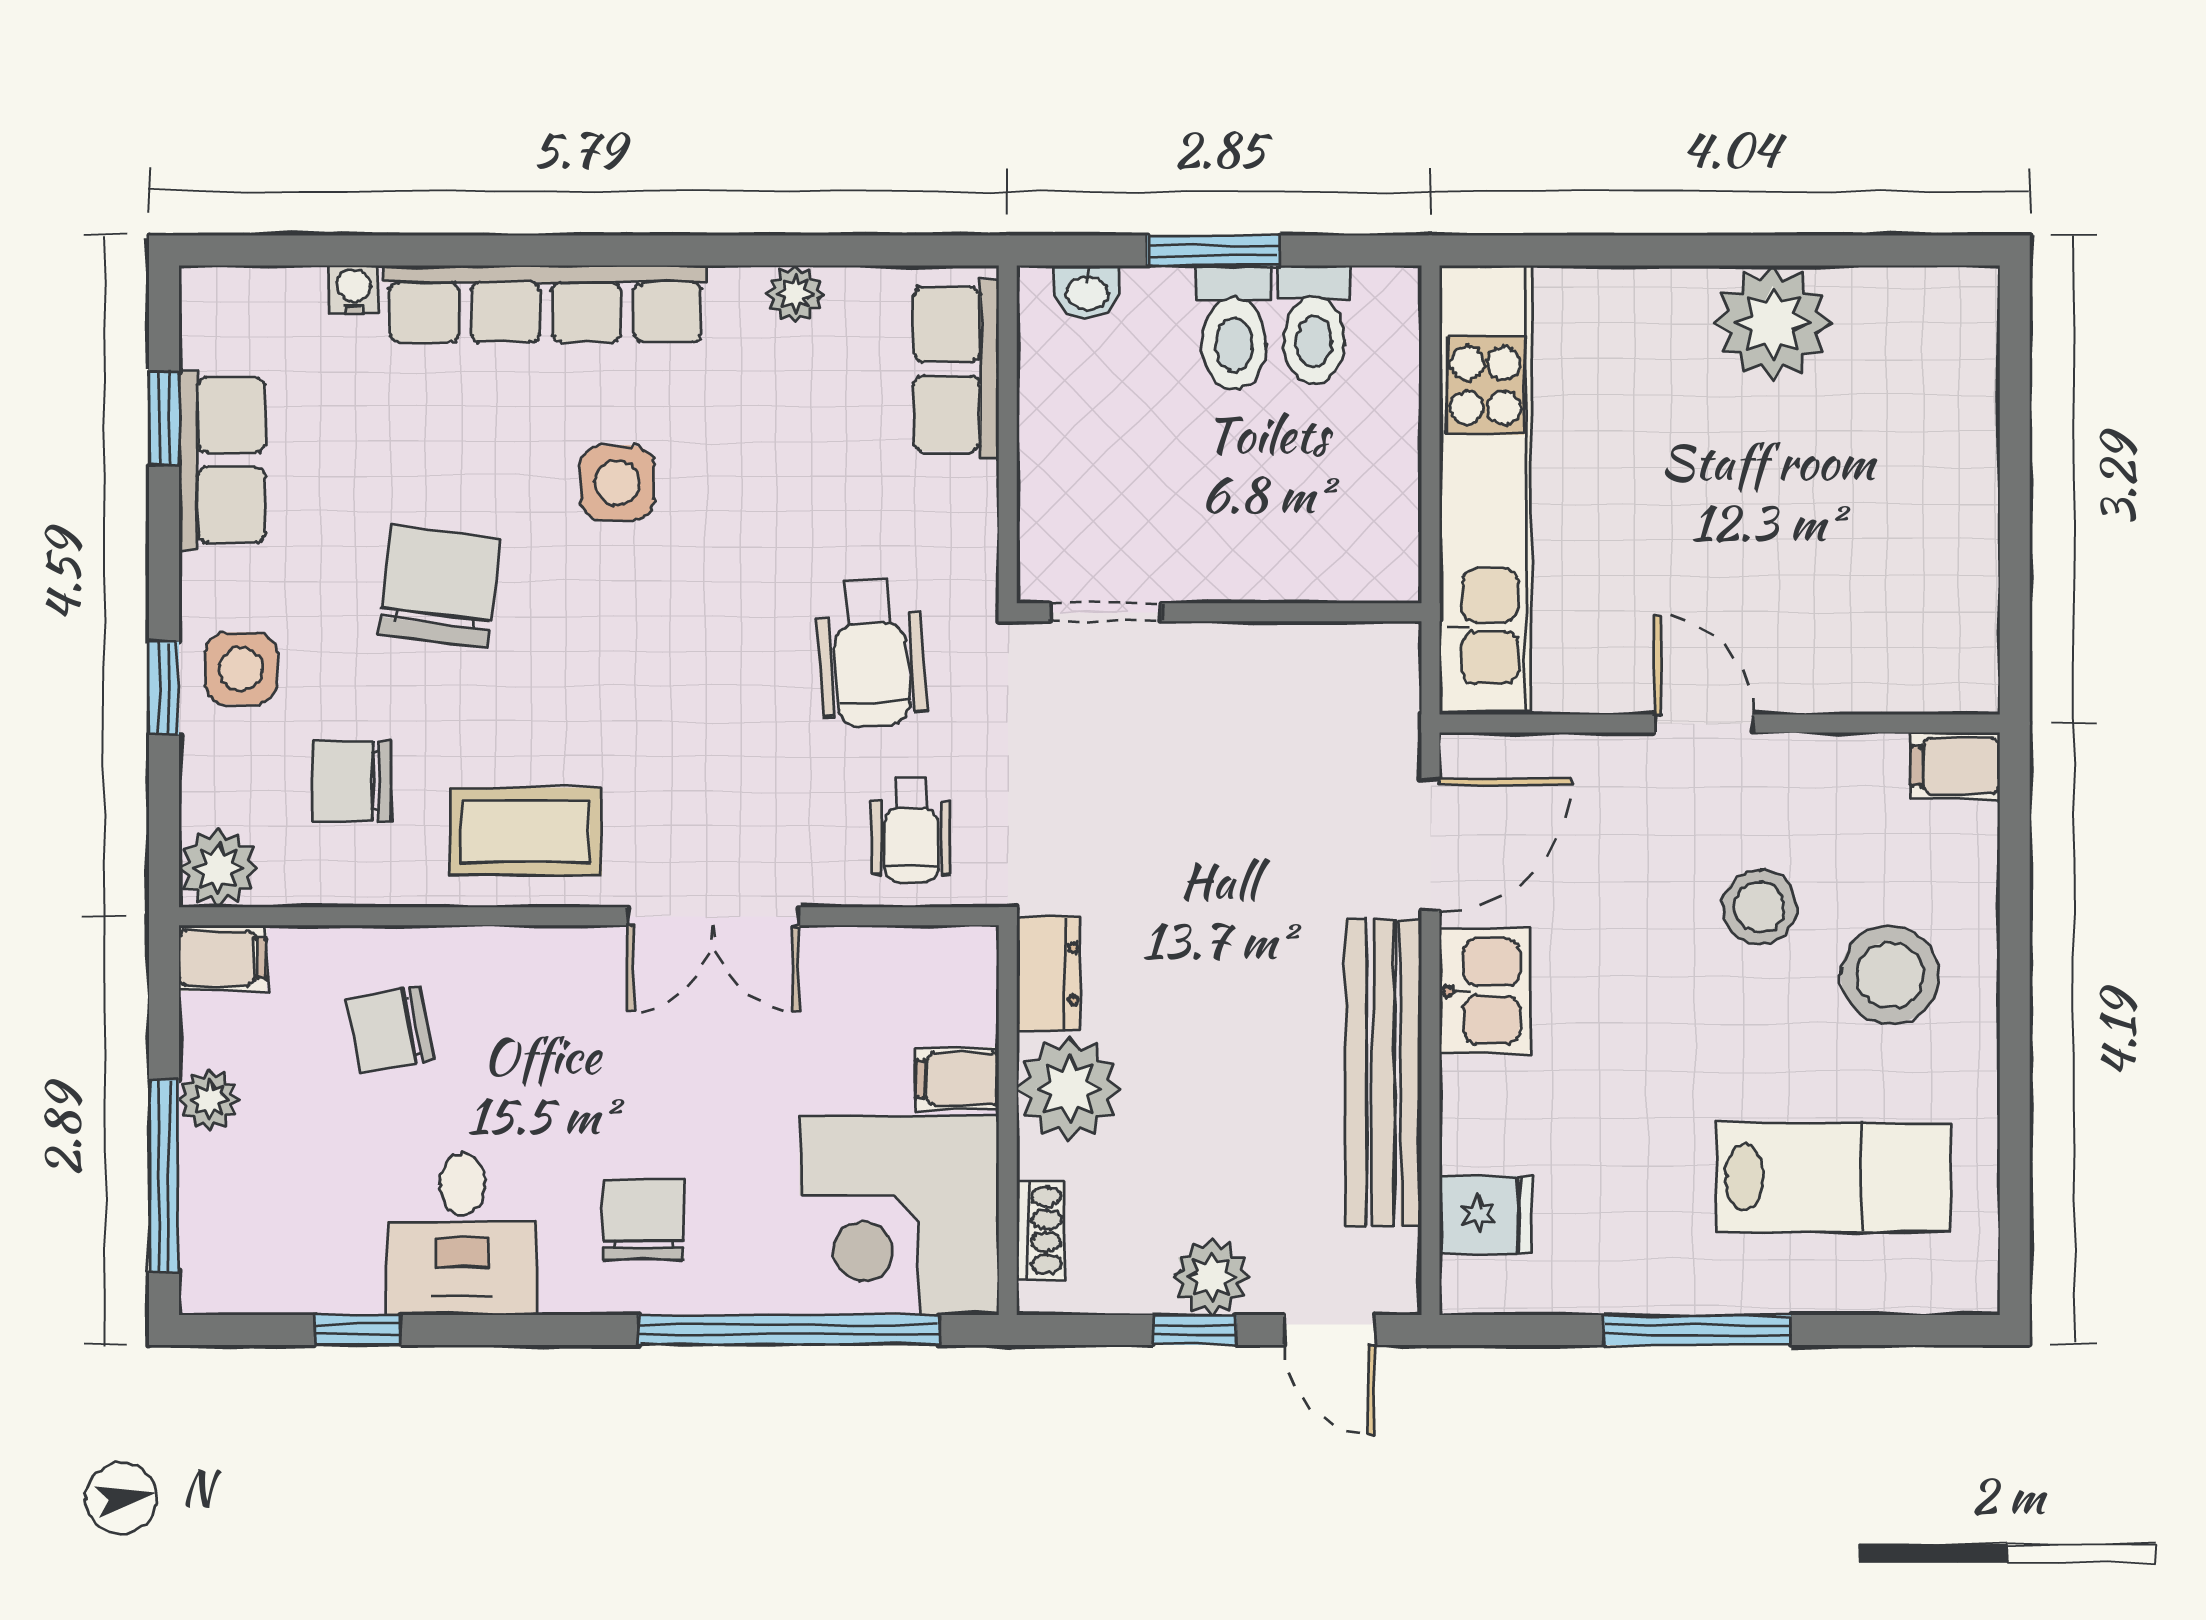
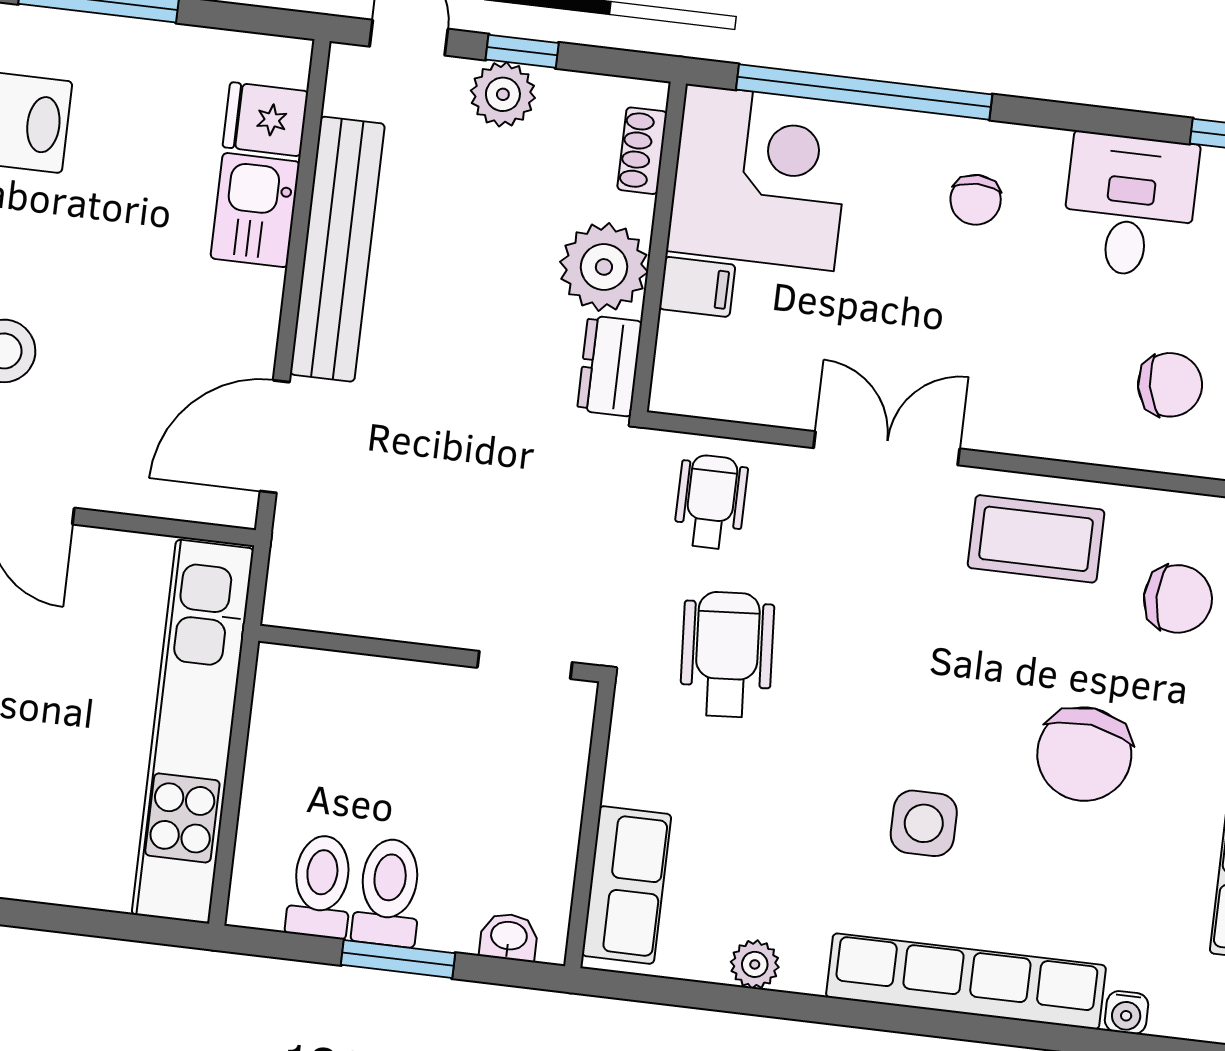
kitchen sink: (1485, 991) -> (255, 210), moved
chair: (644, 1219) -> (976, 200), width x0.73, depth x0.73

